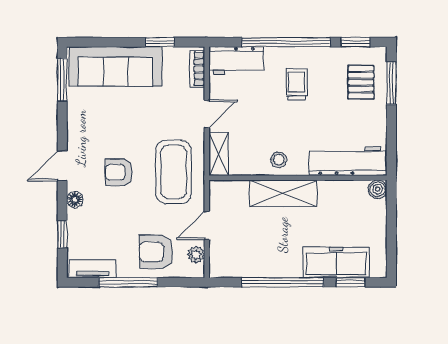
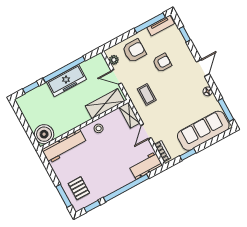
trolley: (297, 84) -> (110, 170), removed
armchair: (119, 172) -> (162, 63), moved
coffee table: (174, 172) -> (147, 94), width x0.54, depth x0.58
boiler: (378, 189) -> (44, 134), width x1.86, depth x1.86
shelving: (283, 193) -> (105, 104), moved
floor lamp: (75, 200) -> (208, 91), moved
door: (207, 226) -> (116, 77), swing flipped
freezer: (336, 263) -> (67, 81), moved
window: (128, 282) -> (150, 23), moved

